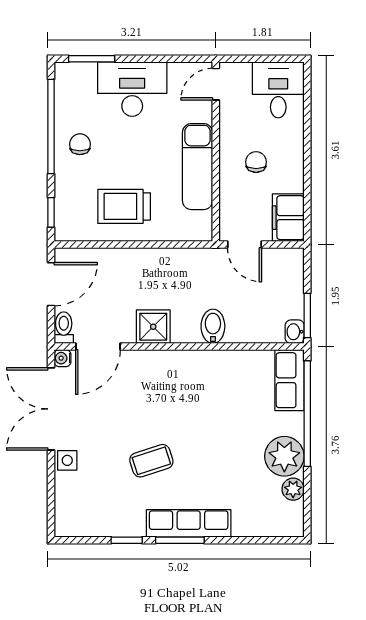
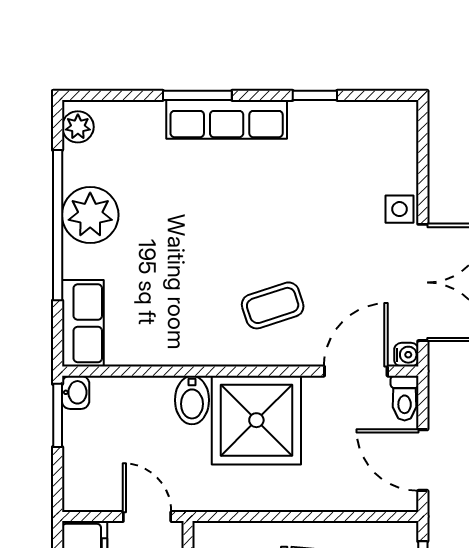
door: (51, 284) -> (423, 460), hinge flipped
shower: (153, 327) -> (256, 420), width x1.86, depth x1.86
window: (307, 414) -> (58, 225), moved
coffee table: (151, 461) -> (273, 305), moved
plant: (293, 489) -> (78, 127), moved
window: (180, 540) -> (197, 95), moved

